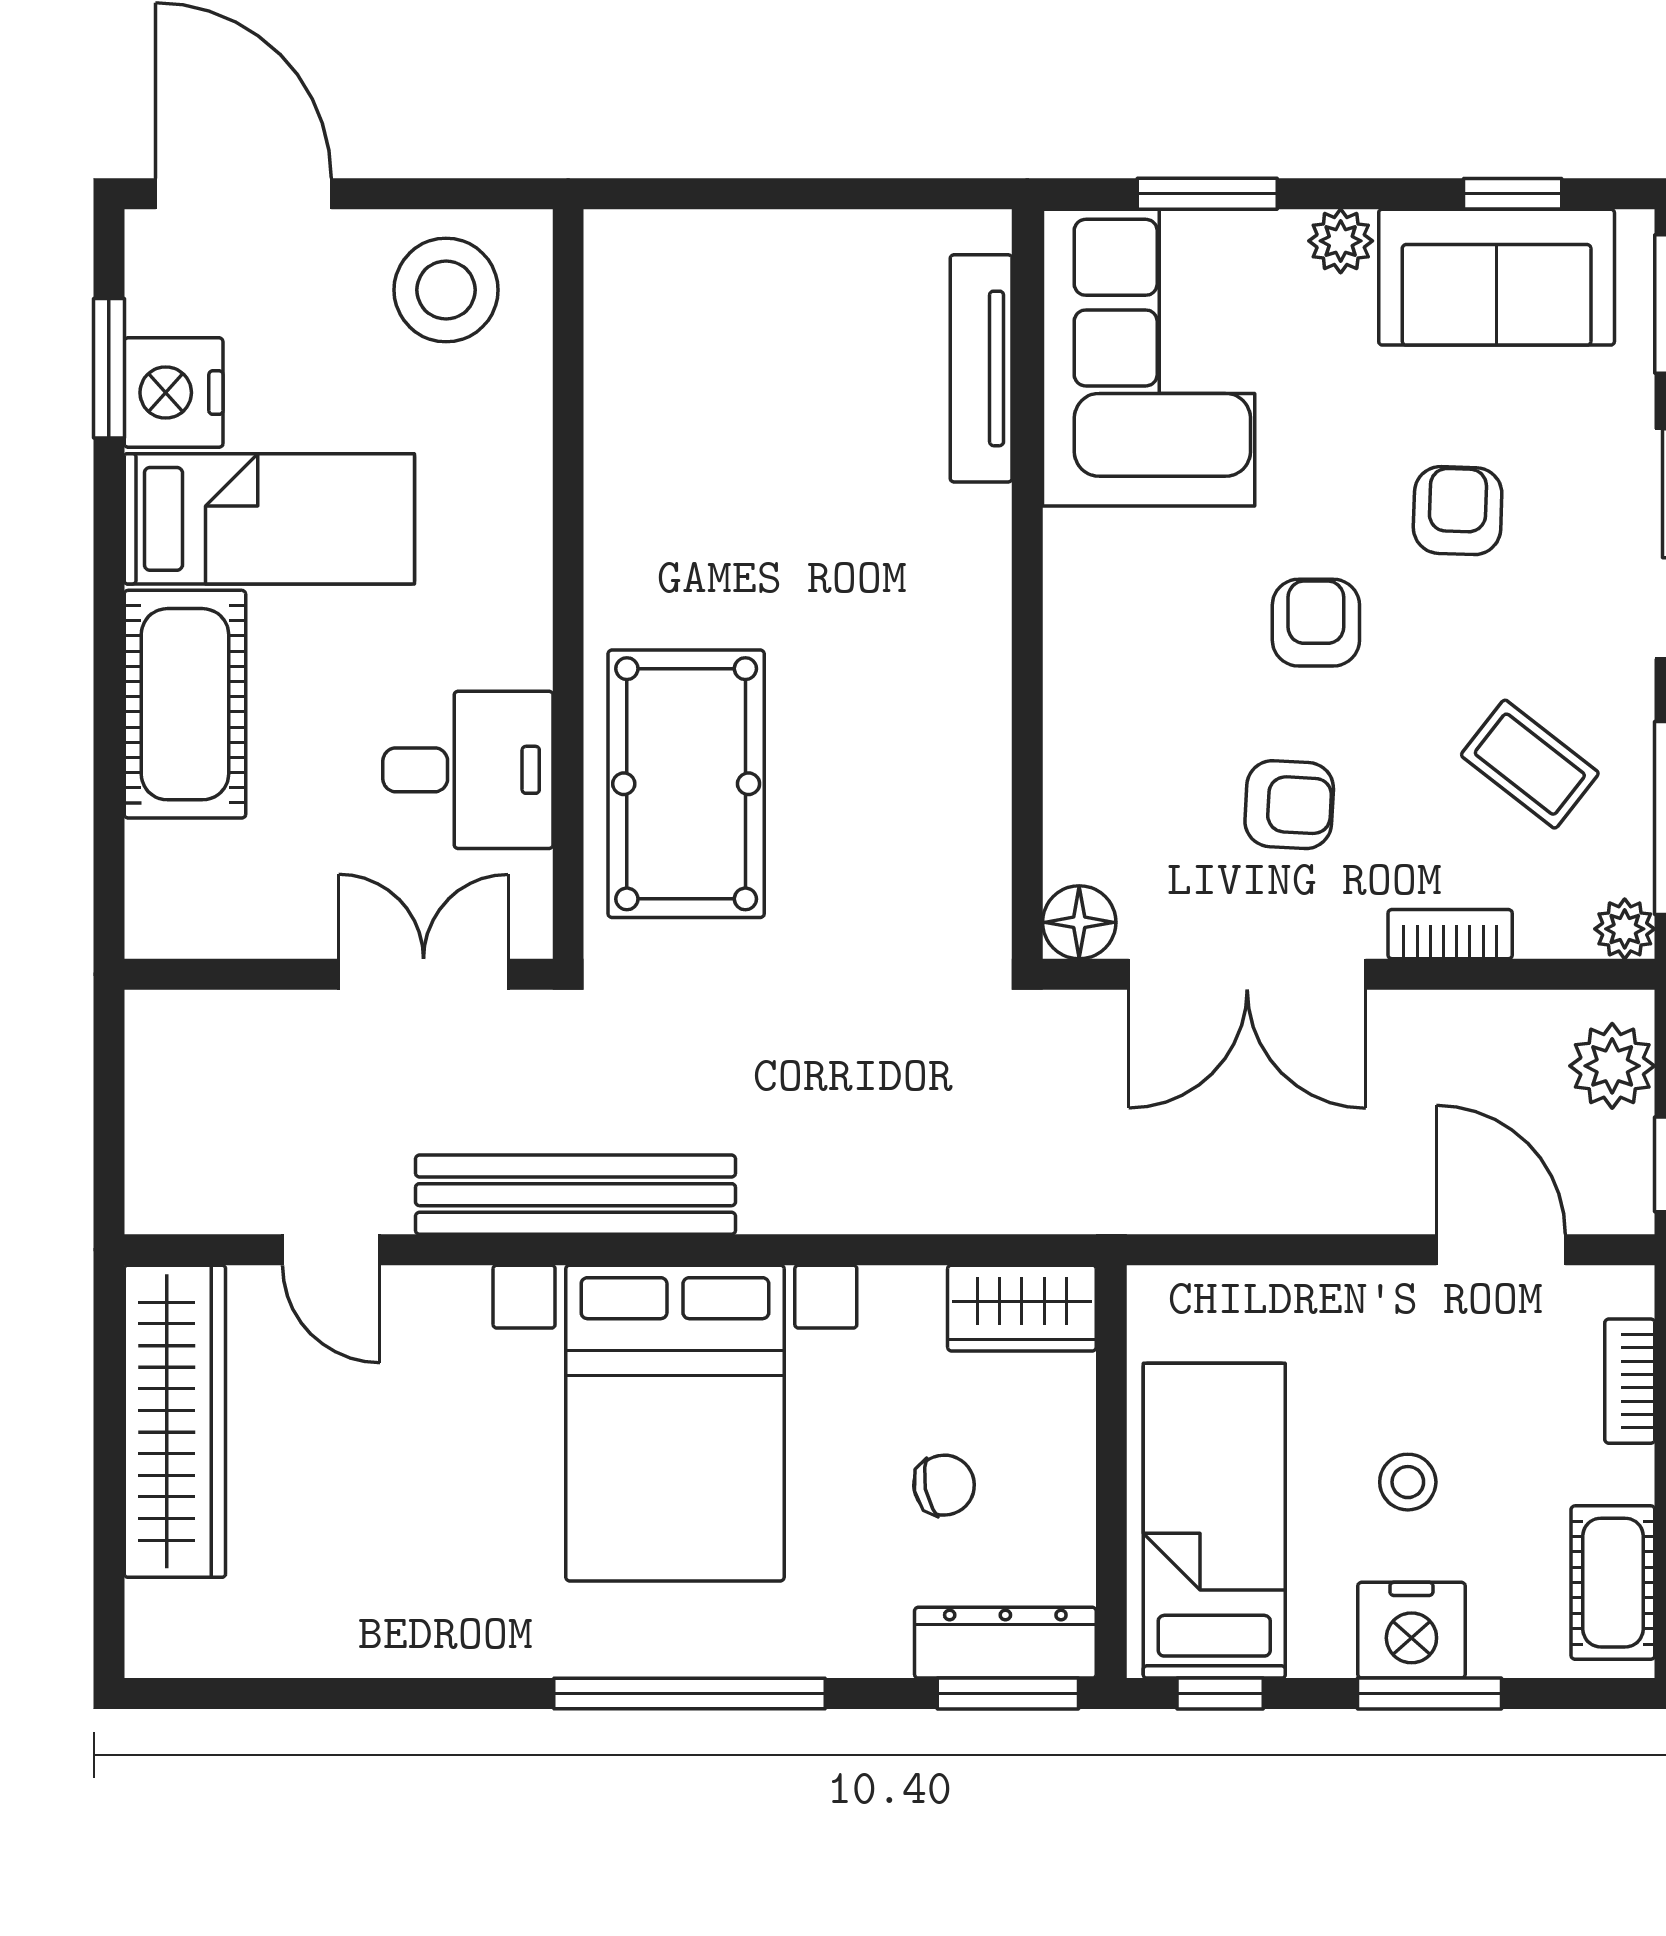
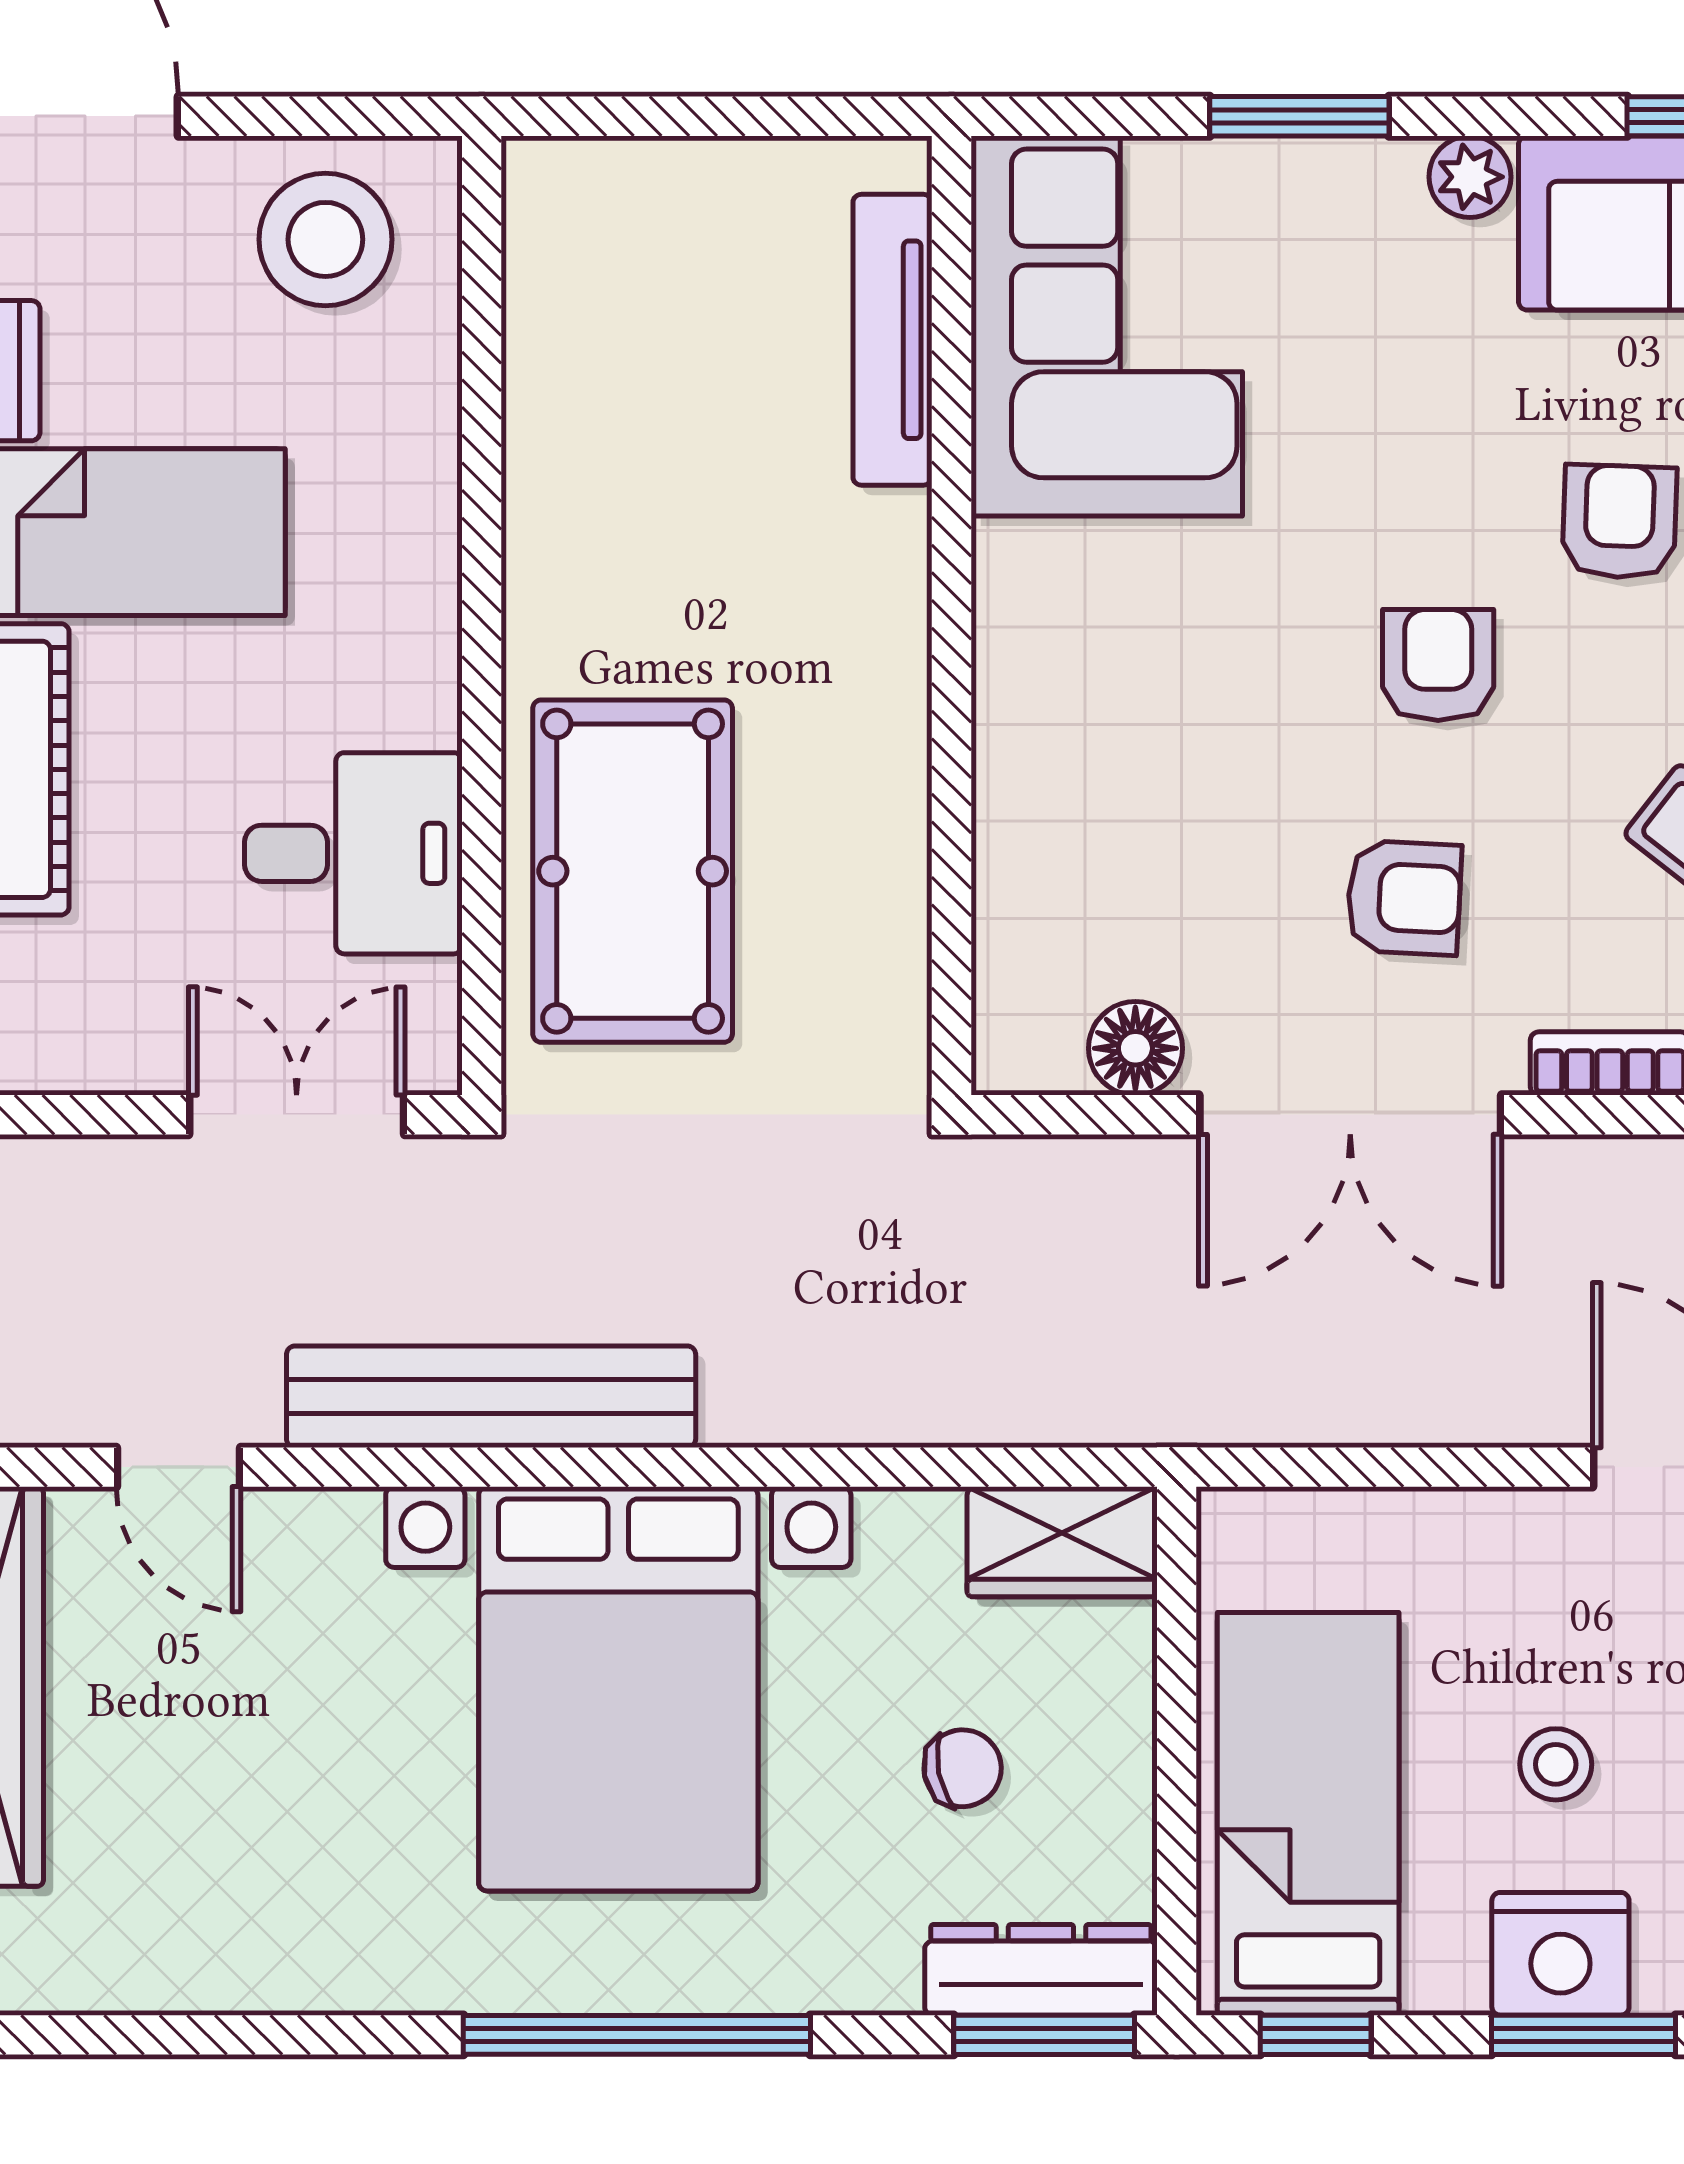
corner sofa: (1149, 358) -> (1107, 326), moved
tv unit: (981, 368) -> (892, 340), moved
wall: (1027, 584) -> (951, 616), moved

